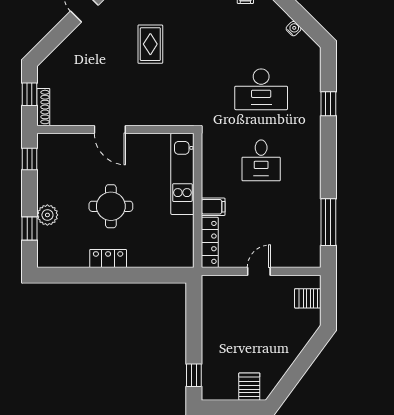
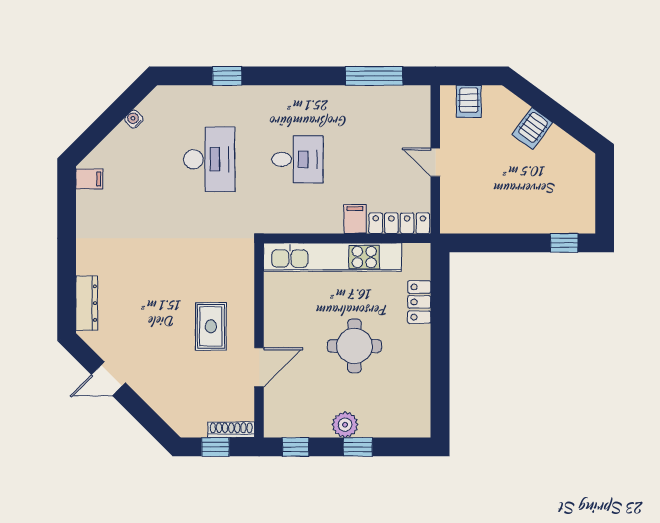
rug: (150, 44) -> (211, 326), moved, turned 90
door: (110, 130) -> (259, 367), moved
kitchen unit: (182, 174) -> (333, 257), width x1.36
plant: (47, 215) -> (345, 425), moved
window: (30, 228) -> (358, 447), moved
locker: (108, 259) -> (419, 302), moved
server rack: (249, 387) -> (532, 128), moved, turned -54

